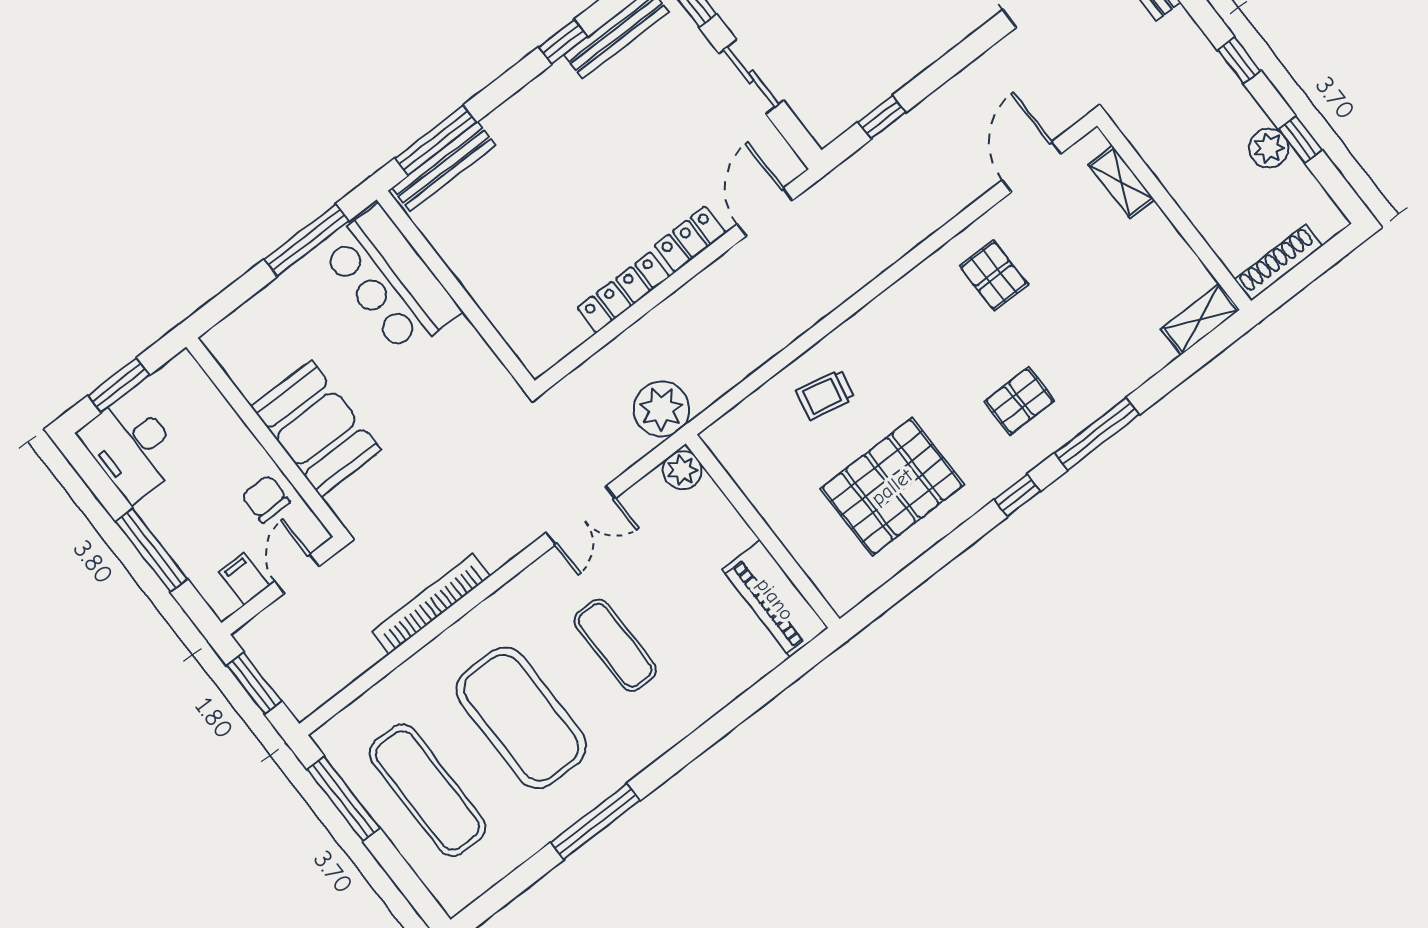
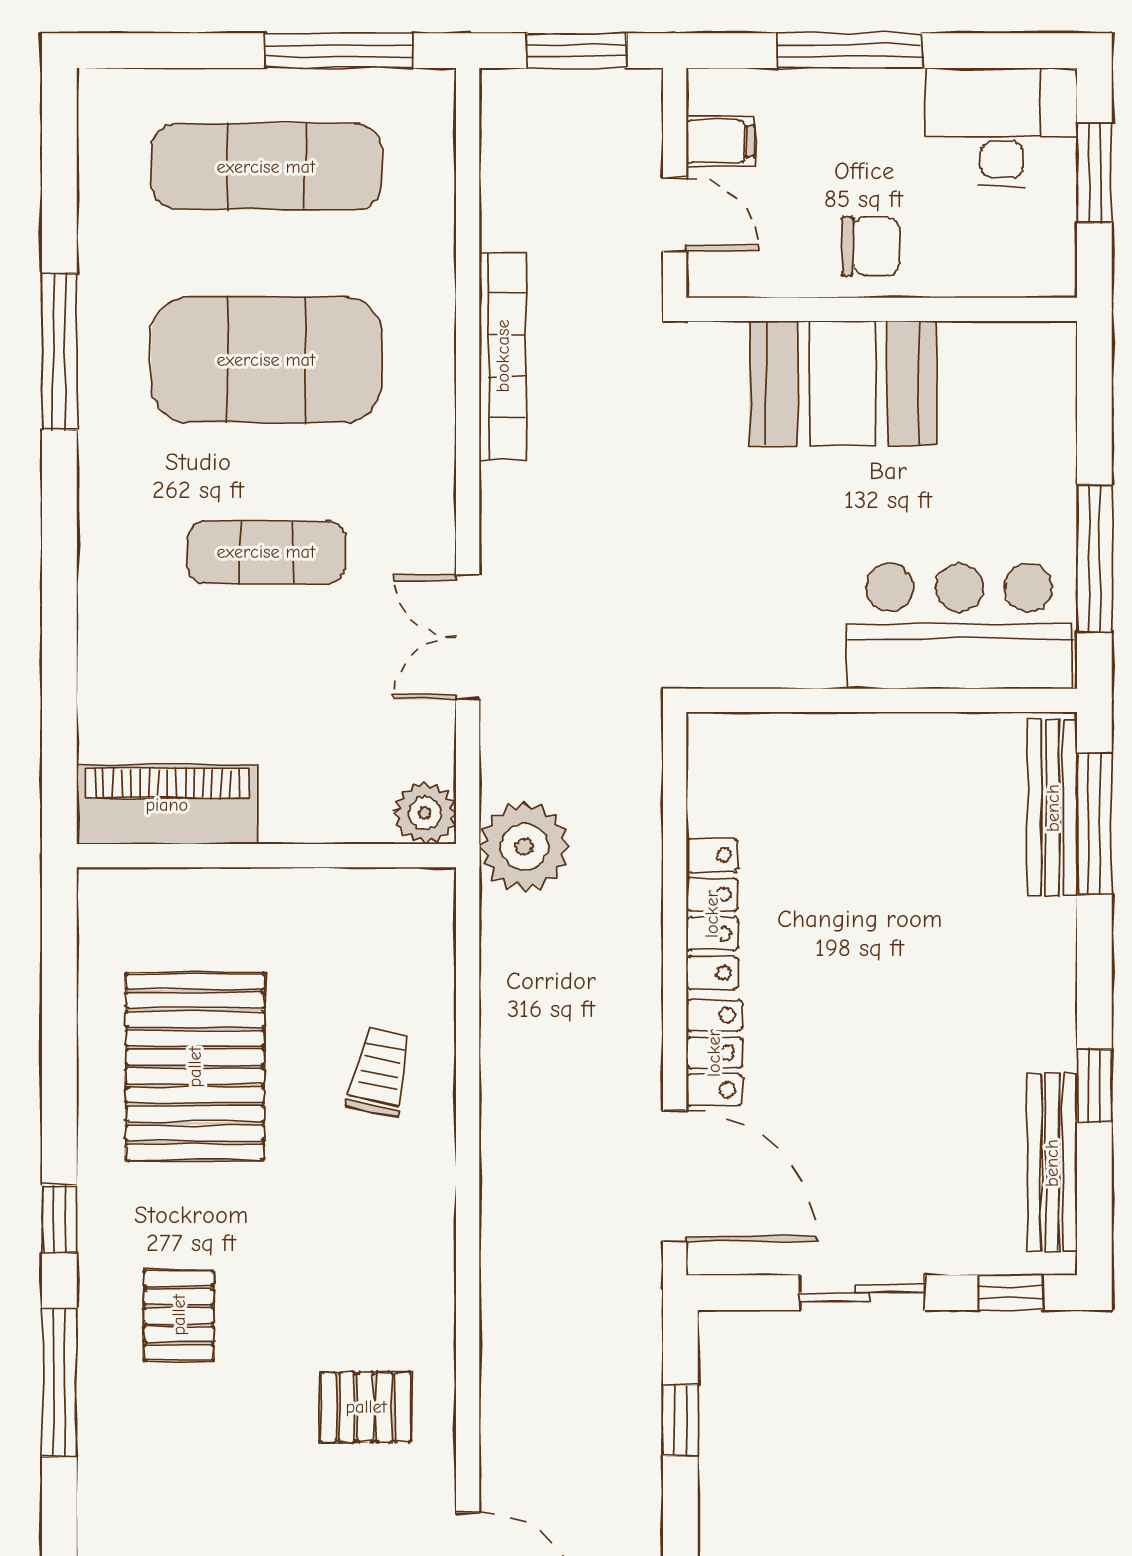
door: (765, 212) -> (675, 1176), width x1.36
chair: (266, 499) -> (871, 246), moved

